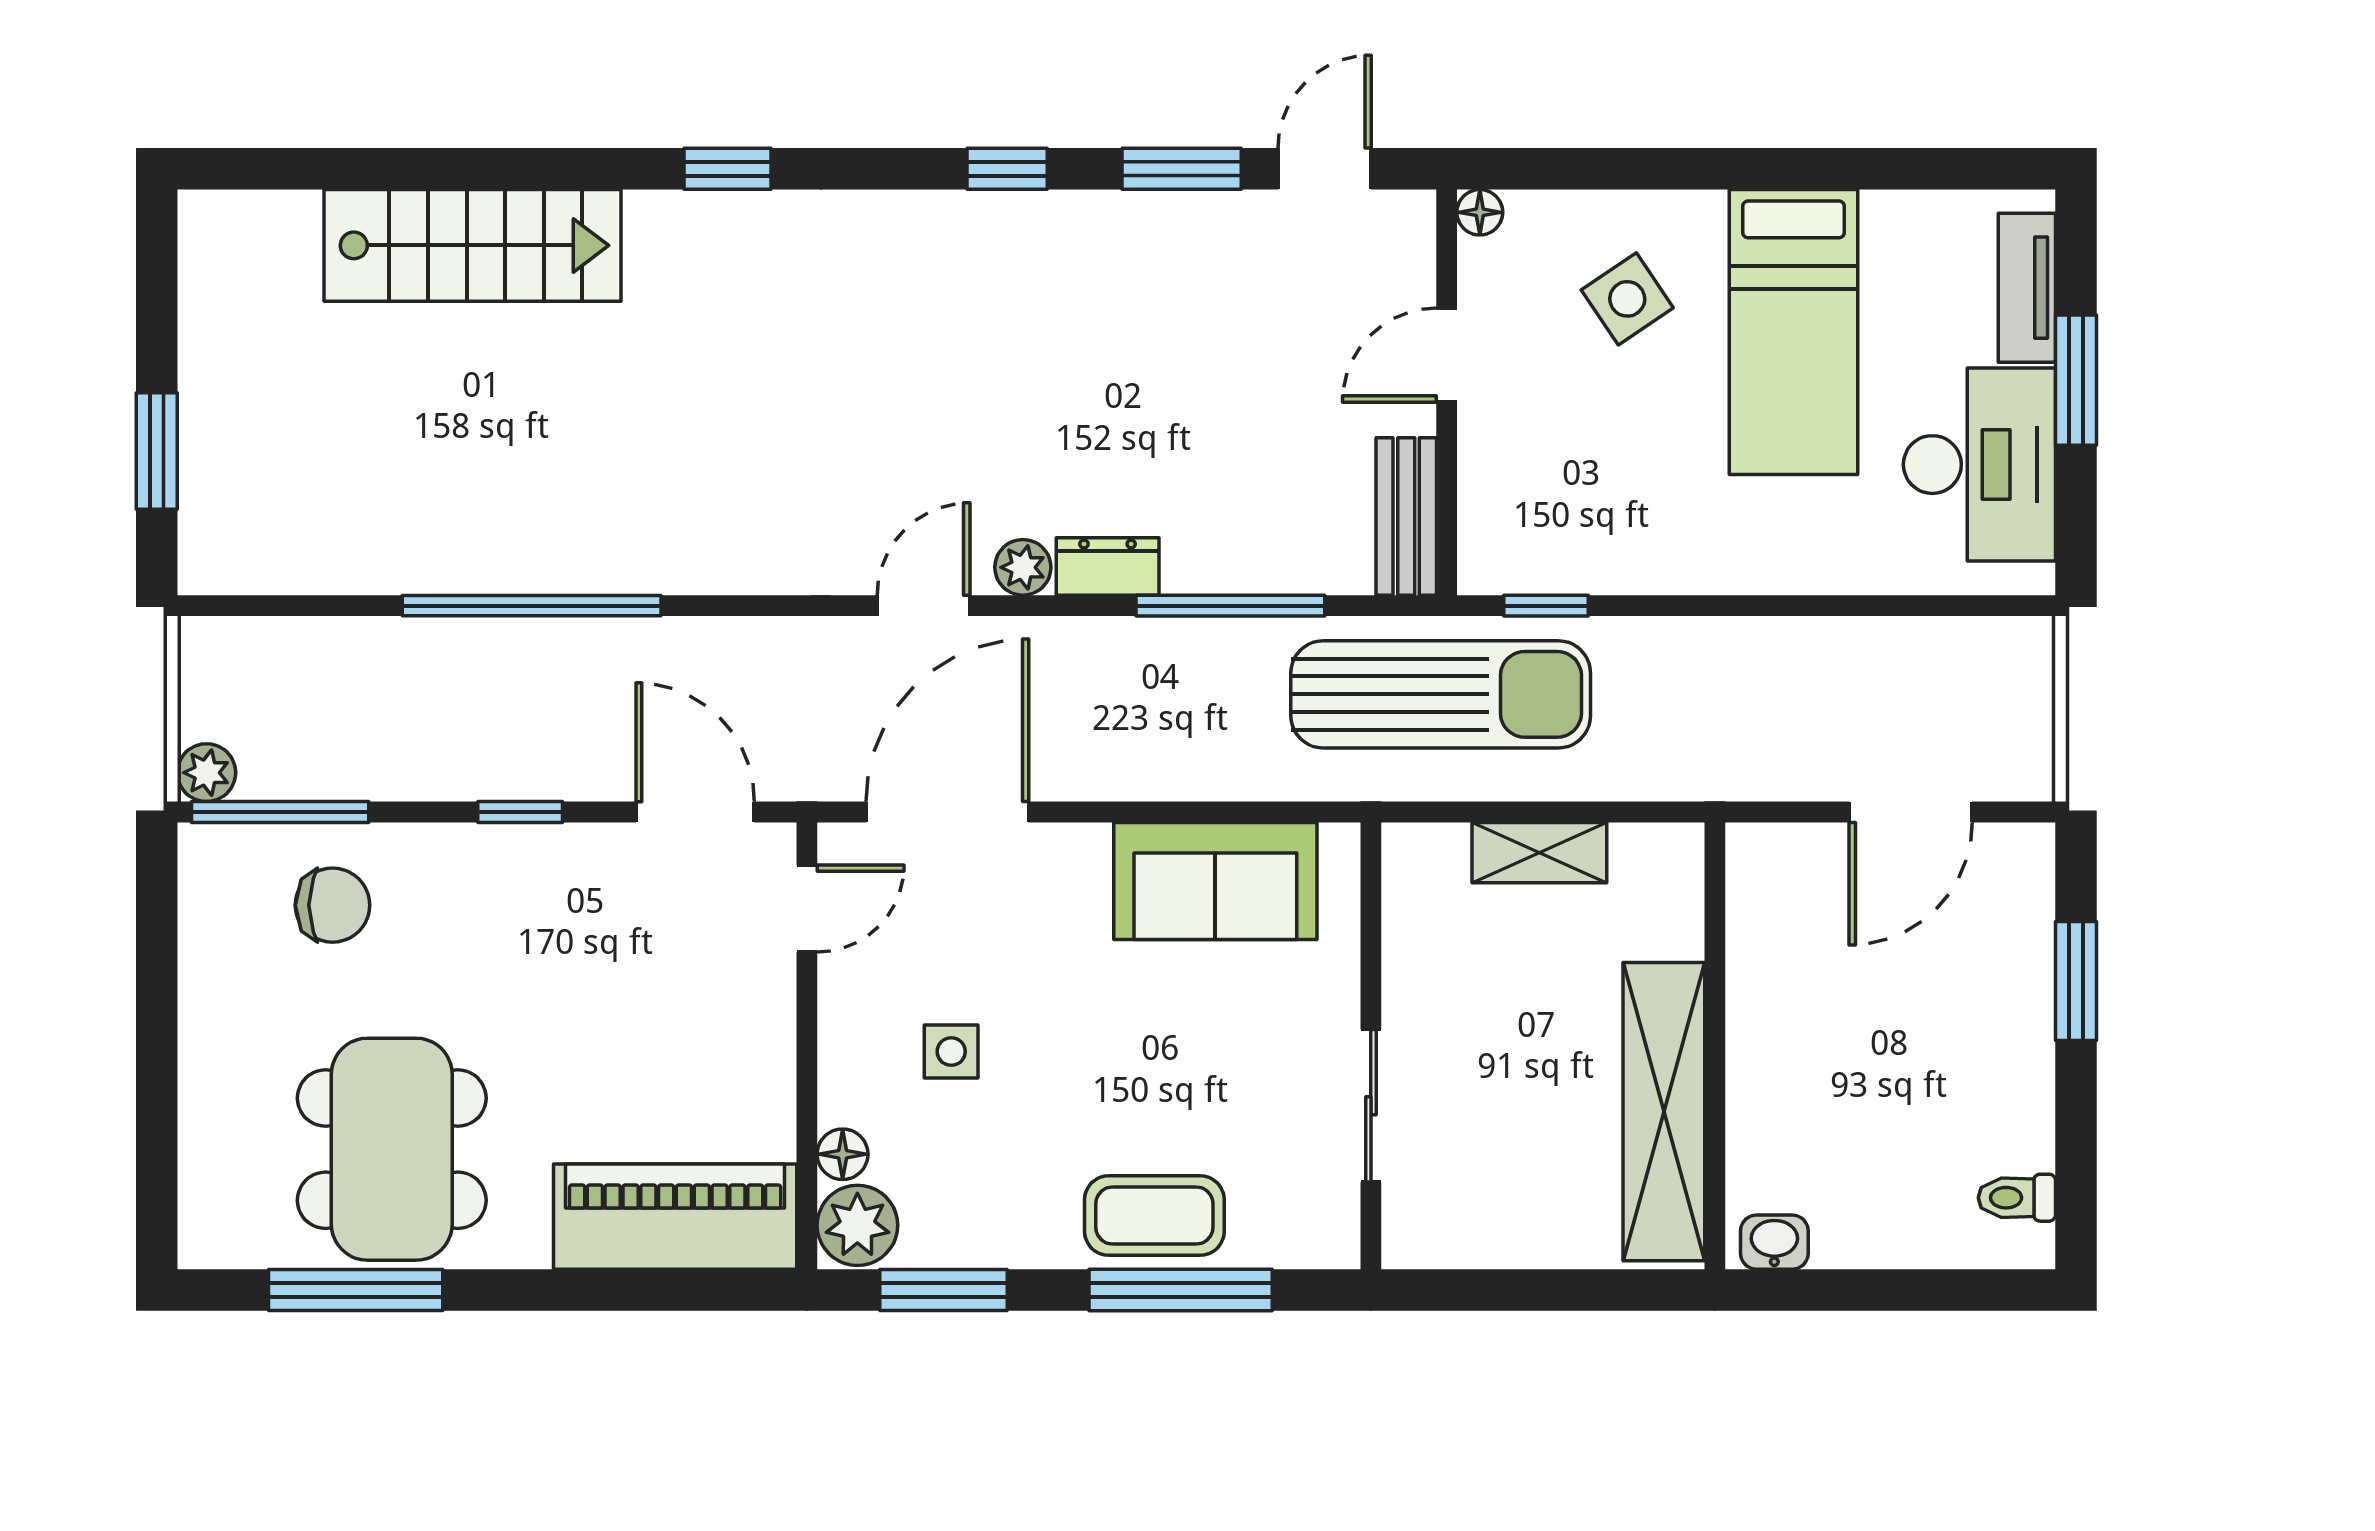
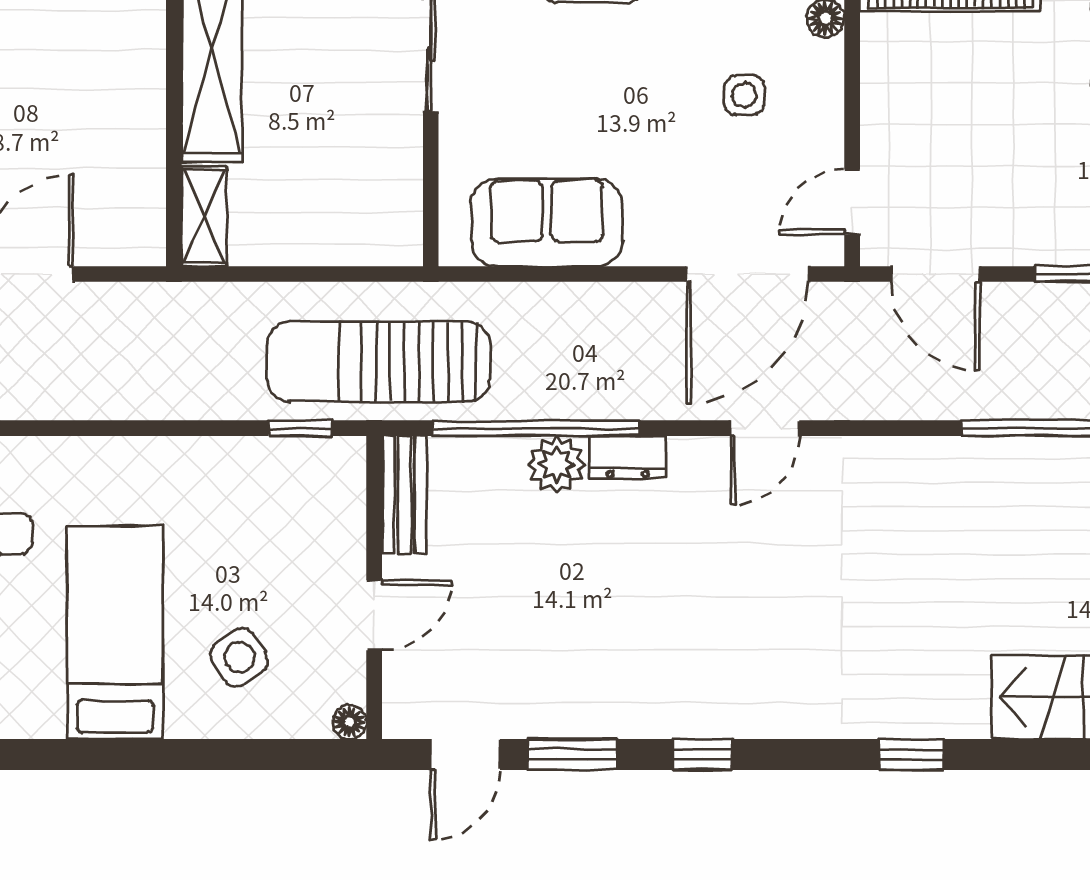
plant: (1023, 567) -> (556, 465), moved, width x1.38, depth x1.38
window: (1230, 606) -> (536, 428), width x1.46
shelving: (1539, 853) -> (204, 216), moved, turned 90

